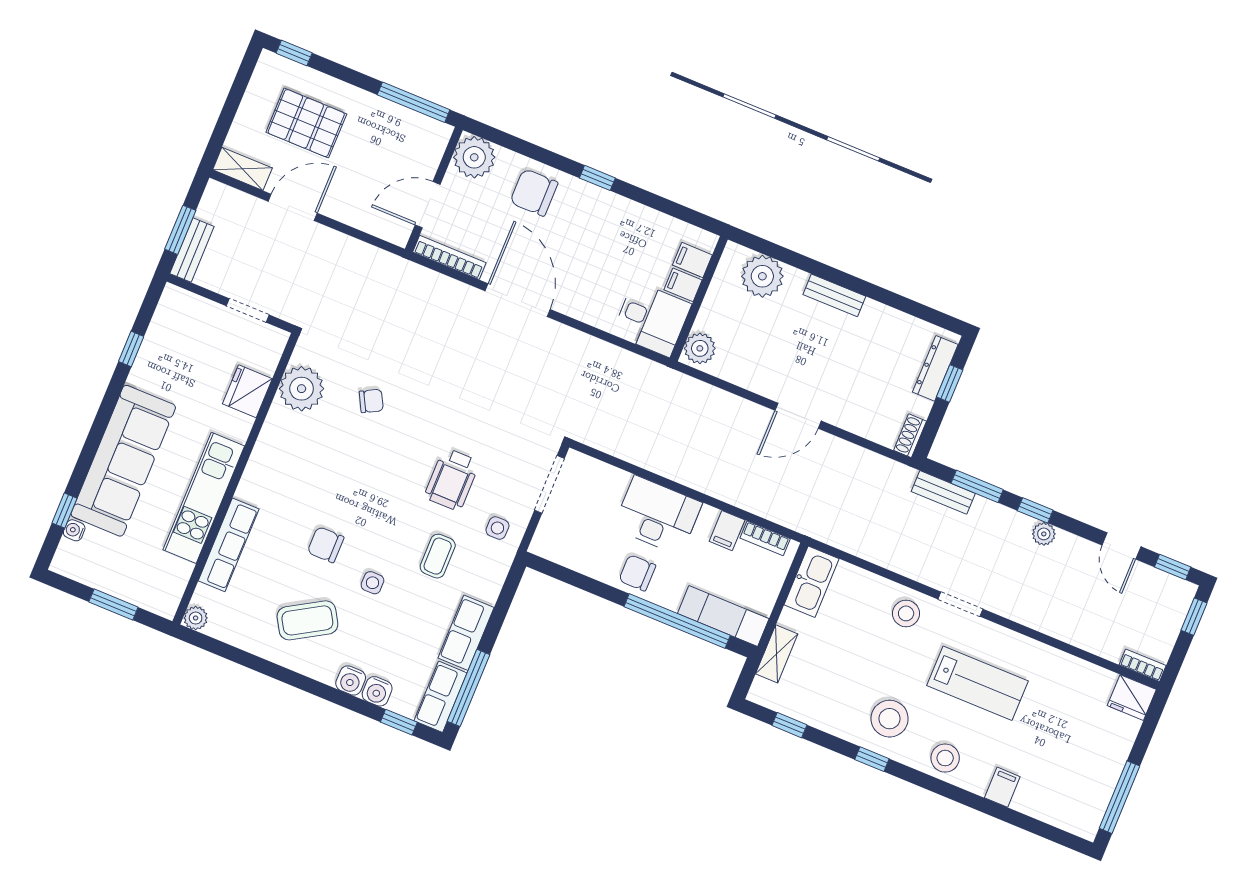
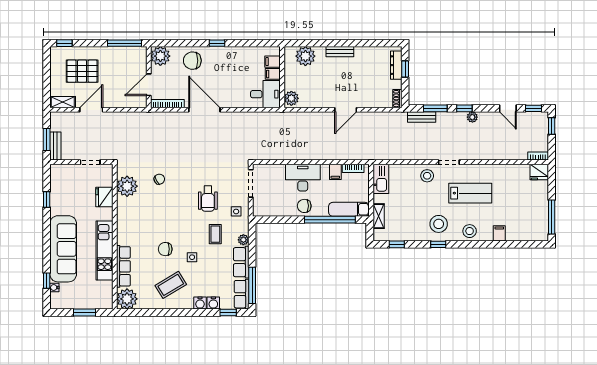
plant: (489, 590) -> (243, 240), added
plant: (196, 618) -> (127, 299), width x1.88, depth x1.88

